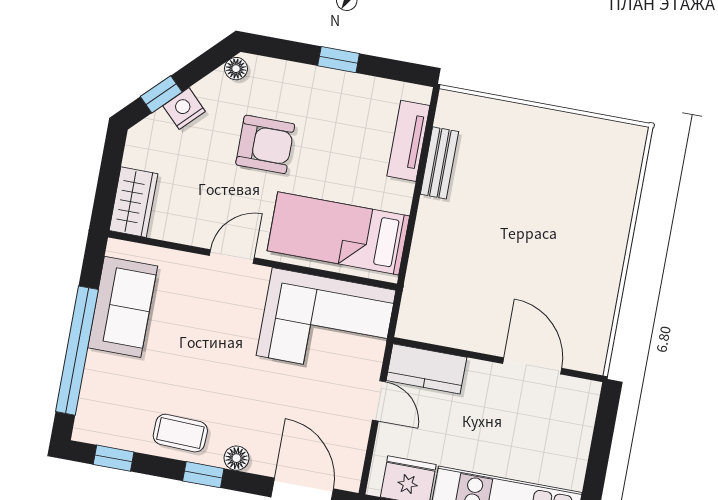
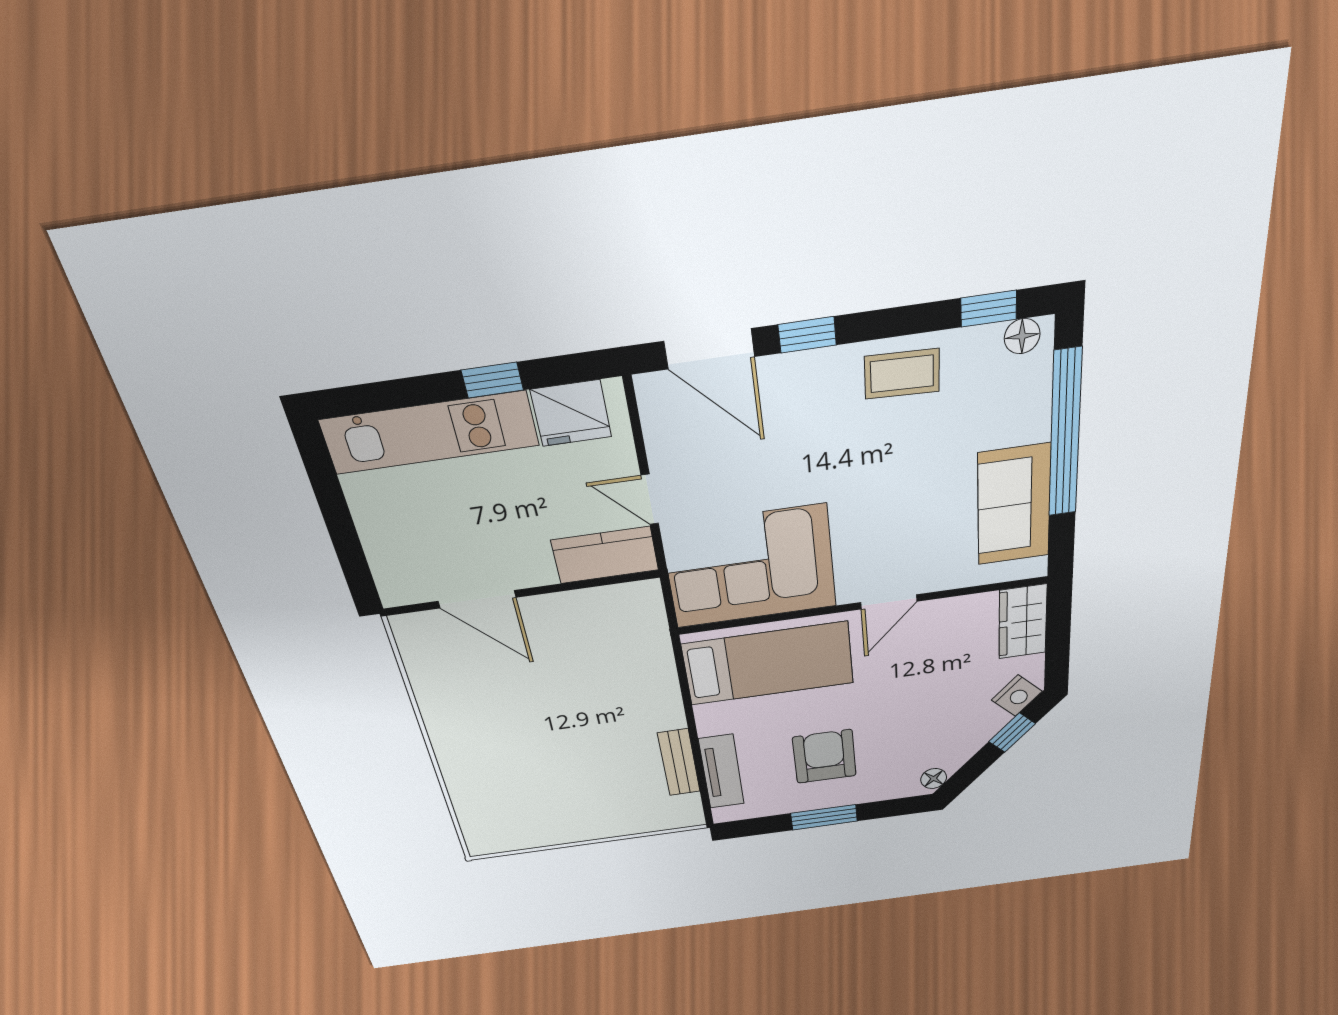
window: (339, 60) -> (824, 817), width x1.50
nightstand: (184, 109) -> (1017, 696), moved
armchair: (265, 144) -> (824, 756), moved, turned 90
floor lamp: (236, 458) -> (1022, 336), moved
window: (203, 475) -> (807, 335), moved

